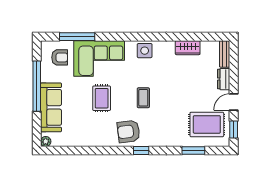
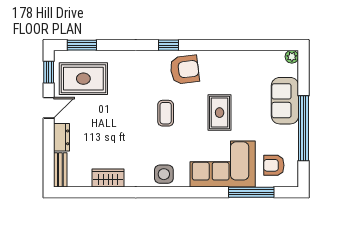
sofa: (51, 107) -> (285, 101), width x0.73
window: (193, 150) -> (82, 45), moved

